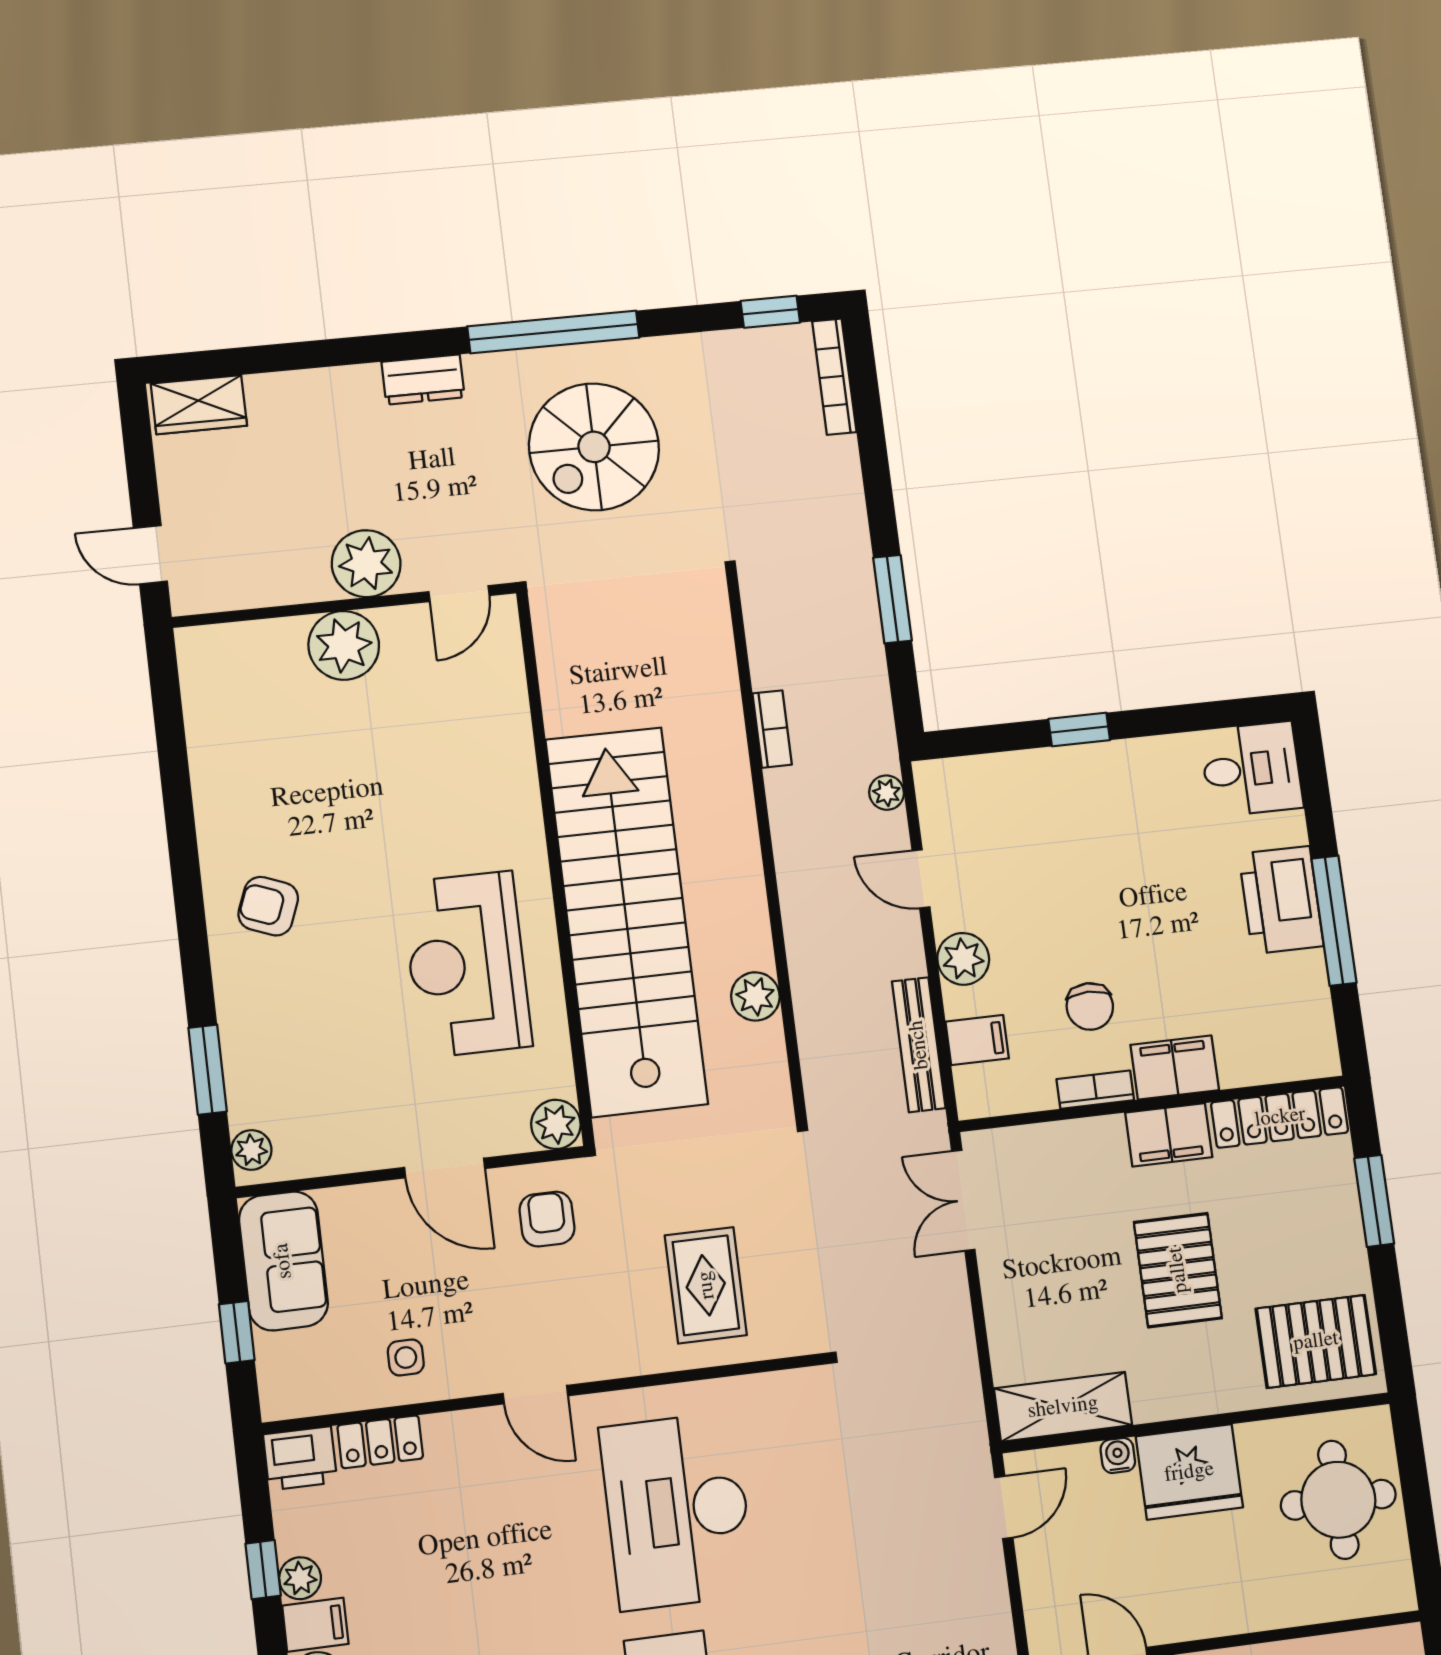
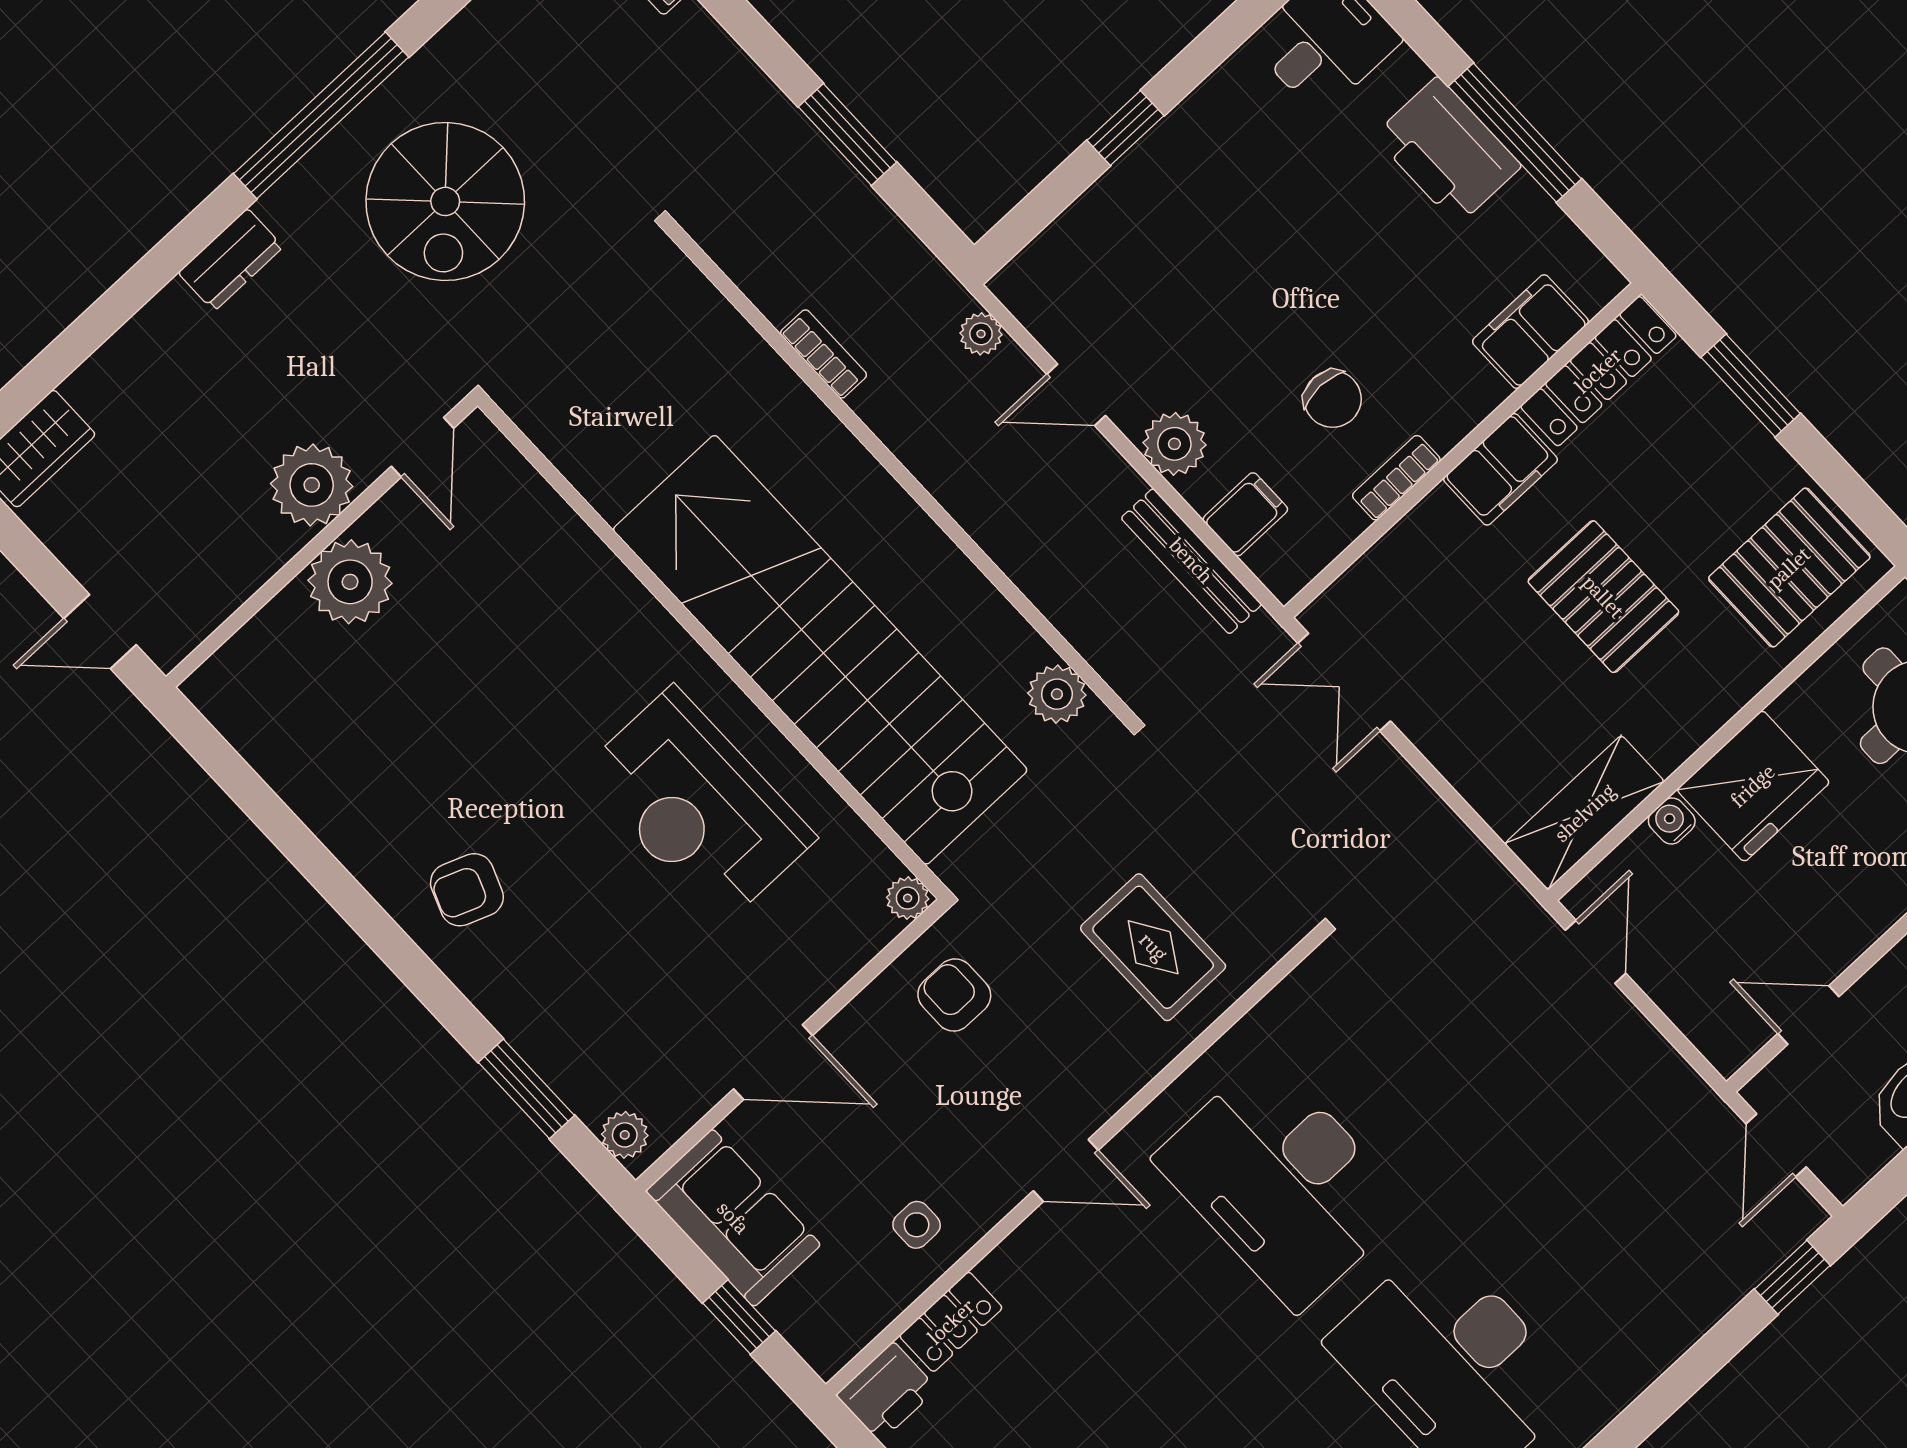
plant: (755, 996) -> (1057, 694), moved
filing cabinet: (1175, 1067) -> (1531, 332), moved
plant: (556, 1124) -> (908, 898), width x0.73, depth x0.73
door: (445, 1168) -> (773, 1062), moved

